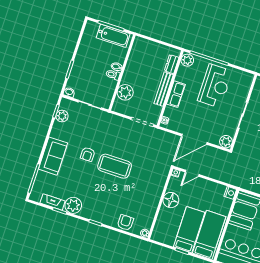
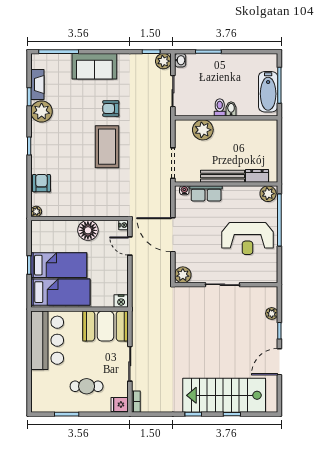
row of seats: (176, 94) -> (206, 193), moved
plant: (62, 116) -> (163, 61), moved
armchair: (125, 223) -> (41, 183), turned -90

